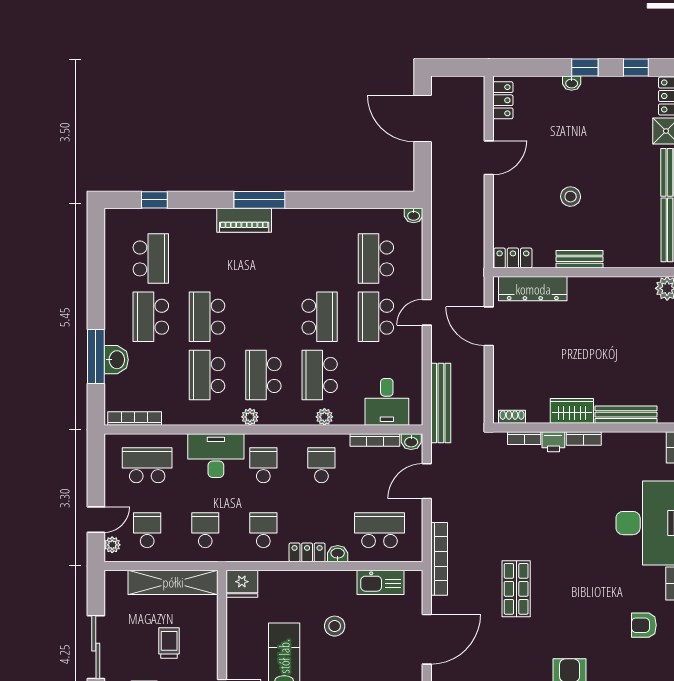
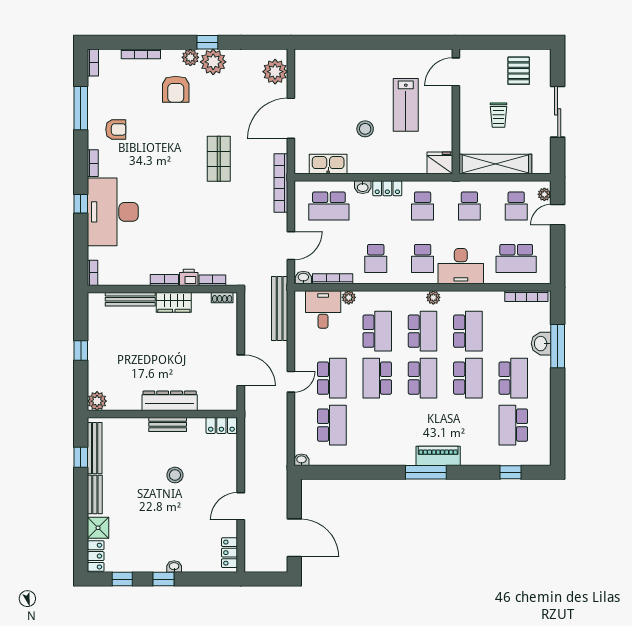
dresser: (533, 289) -> (170, 401), moved
school desk: (263, 317) -> (423, 378), added
plant: (324, 417) -> (349, 297), moved

